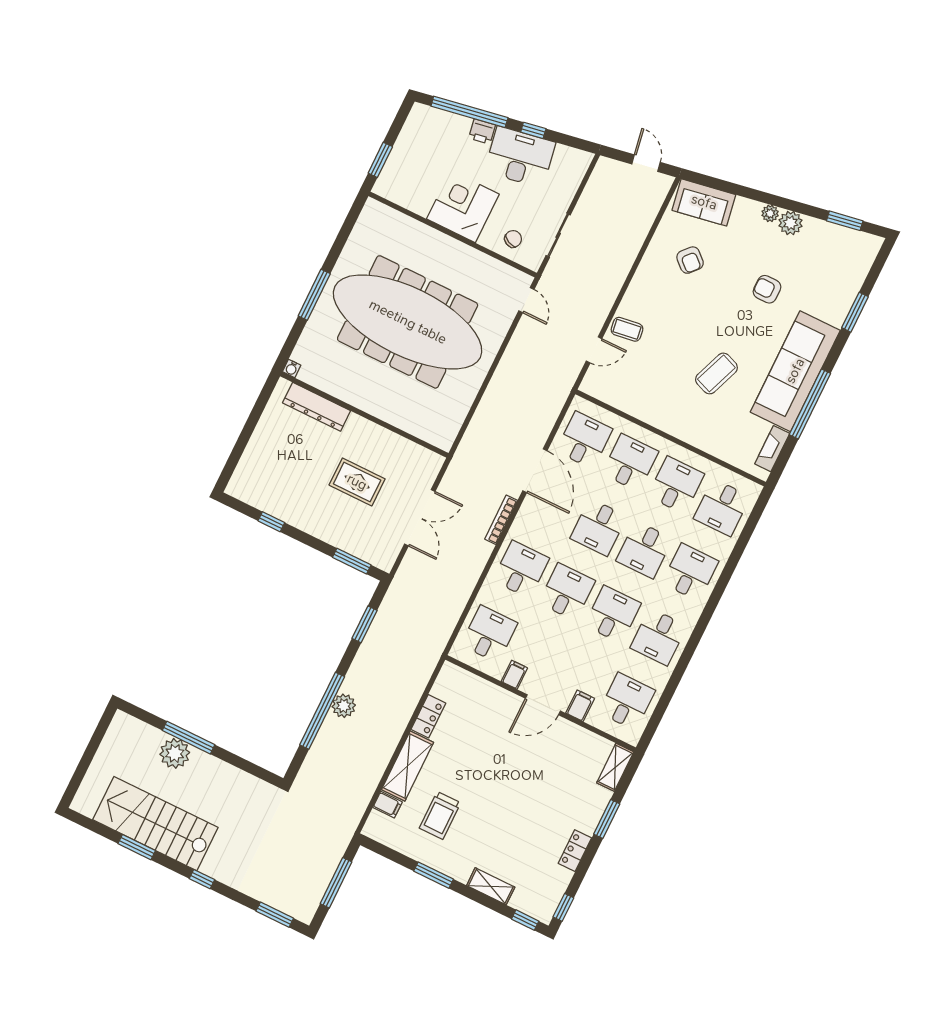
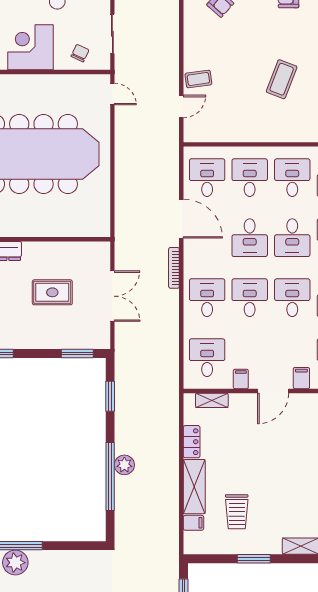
shelving: (472, 682) -> (212, 400), added

